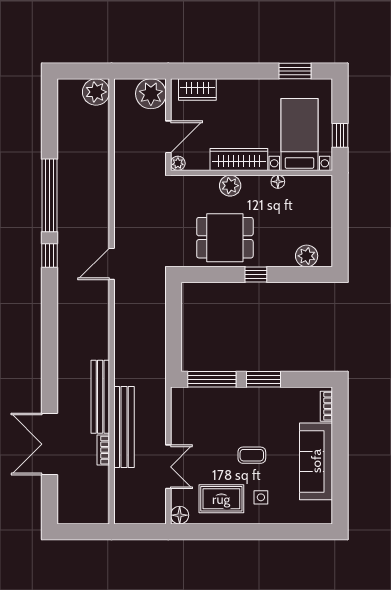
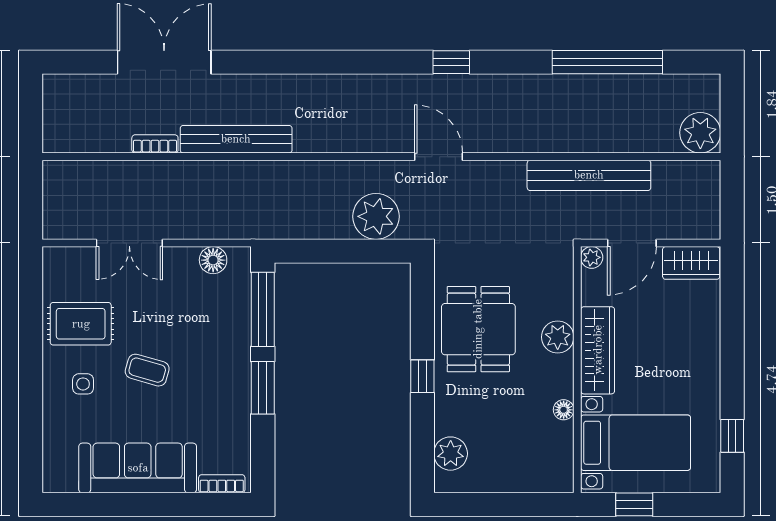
window: (295, 71) -> (732, 436), width x0.67
wardrobe: (197, 89) -> (691, 263), moved, turned -90
plant: (151, 94) -> (376, 216), moved
door: (168, 137) -> (632, 243), hinge flipped
window: (50, 195) -> (607, 62), moved
bench: (124, 427) -> (589, 175), moved
coffee table: (252, 455) -> (147, 370), turned -74
rug: (221, 499) -> (81, 324), turned 90
floor lamp: (180, 515) -> (213, 260), moved

